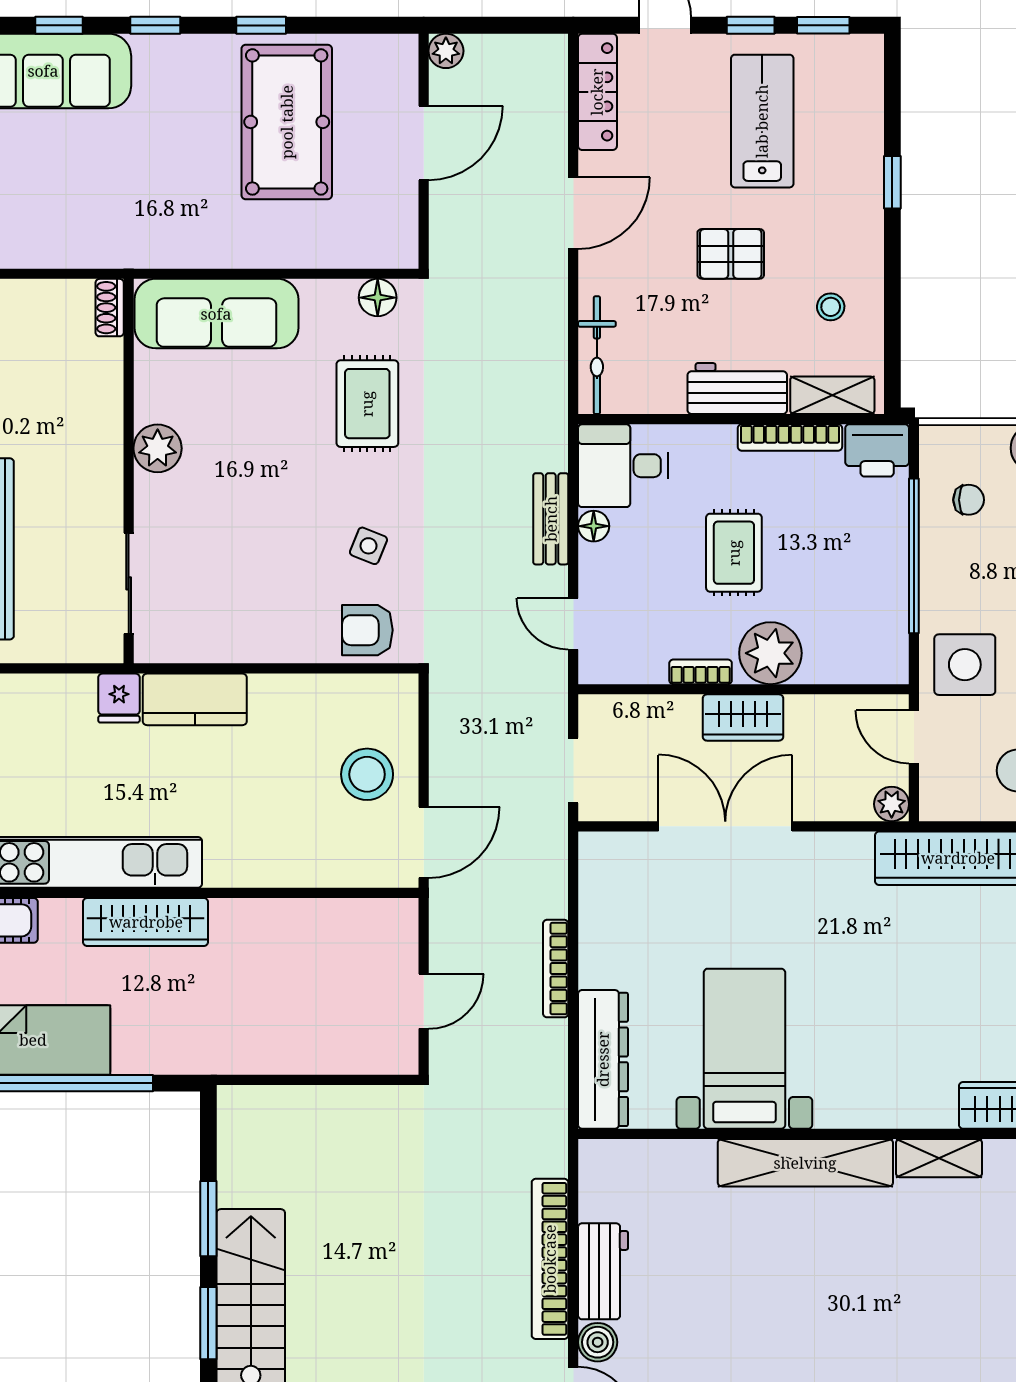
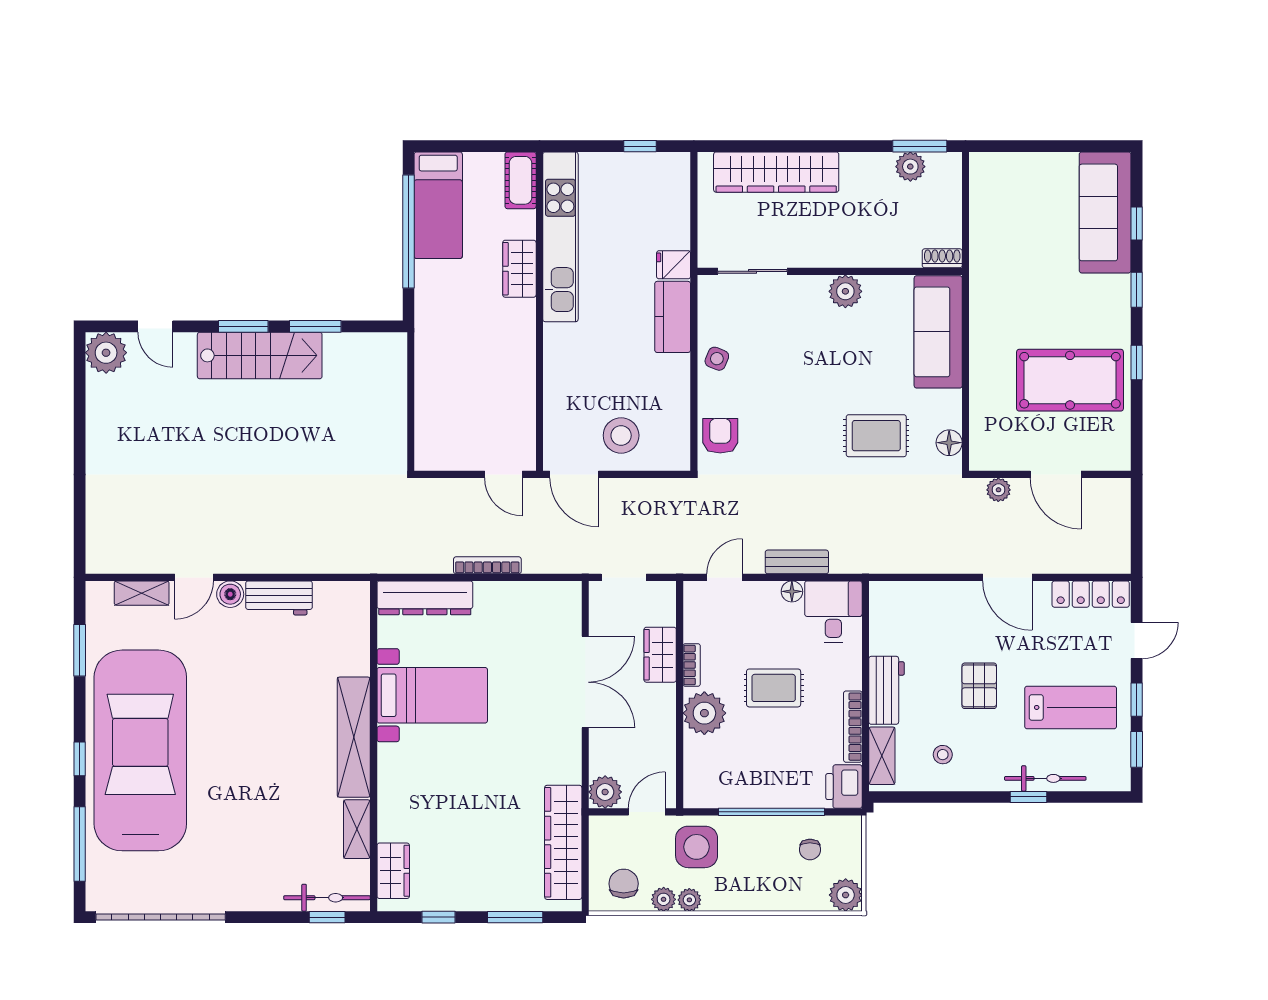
plant: (446, 51) -> (998, 490), moved
bicycle: (597, 355) -> (1045, 778), moved, turned 180
side table: (368, 546) -> (717, 359), moved
wardrobe: (743, 718) -> (660, 655), moved
plant: (892, 804) -> (605, 792), width x1.38, depth x1.38
wardrobe: (146, 922) -> (519, 269), width x0.67
door: (424, 1001) -> (503, 474), moved
bookcase: (550, 1259) -> (288, 561), removed

